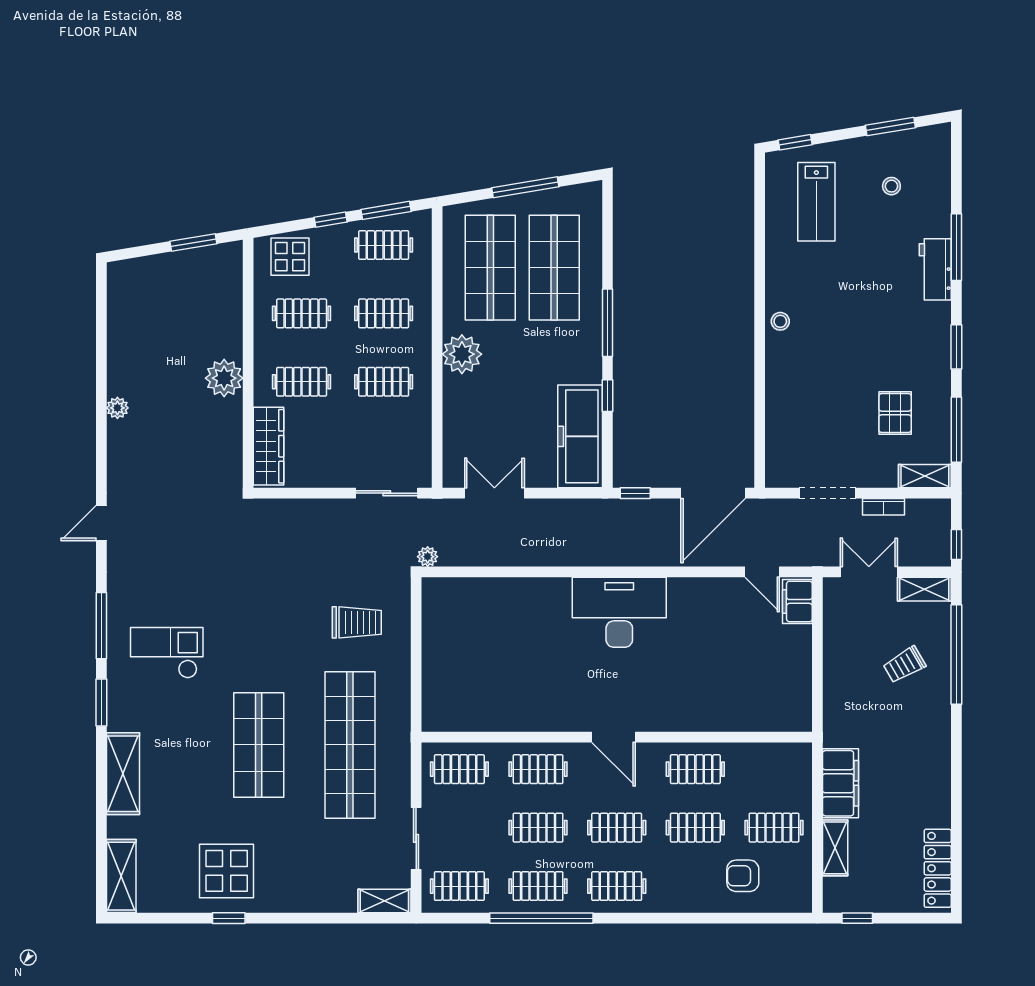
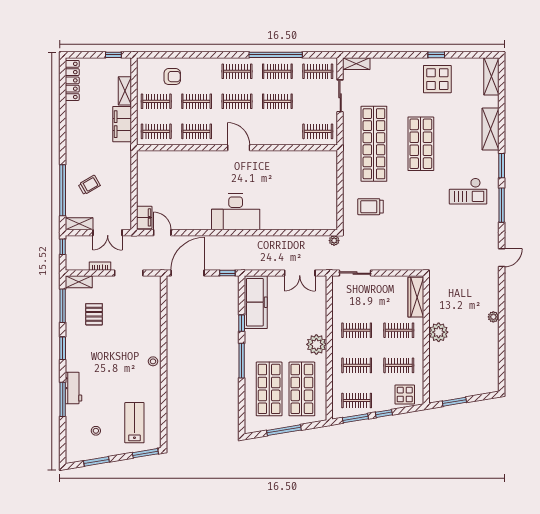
window: (795, 142) -> (145, 453), width x1.50
clothes rail: (538, 769) -> (156, 131), moved

